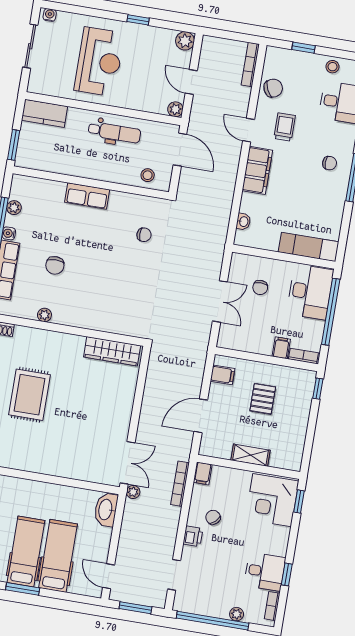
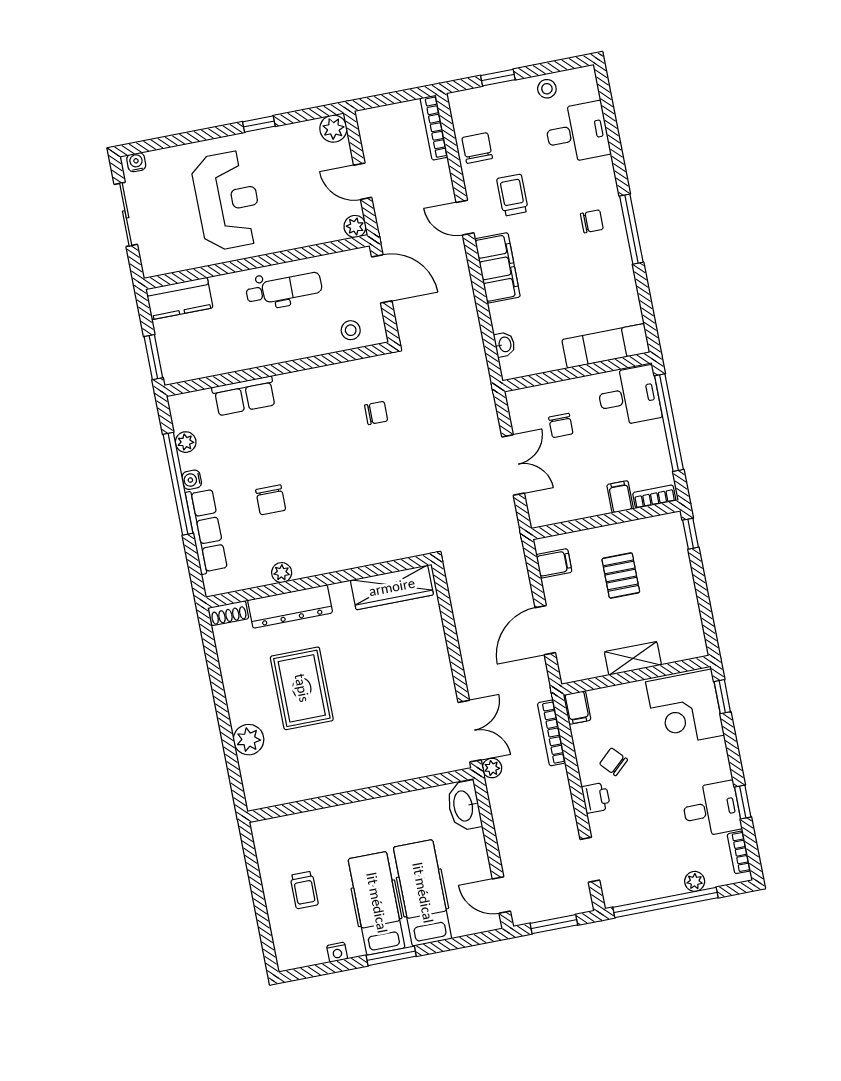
chair: (273, 88) -> (477, 148), turned -65
row of seats: (87, 196) -> (244, 396), moved
desk: (310, 292) -> (629, 396), width x0.73
dresser: (42, 339) -> (290, 606), added

